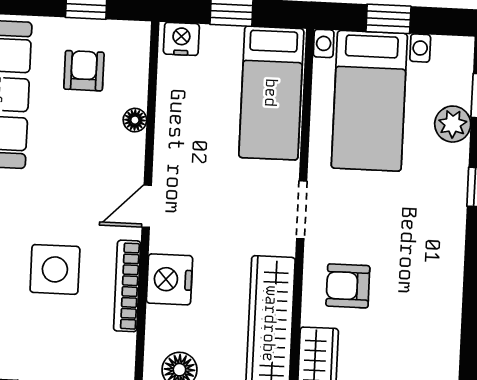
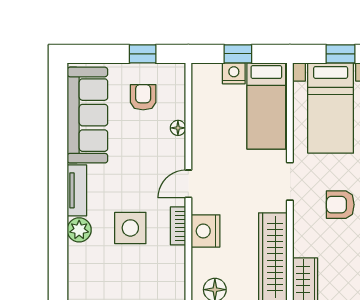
nightstand: (181, 39) -> (234, 73), moved
bookcase: (127, 286) -> (178, 226), width x0.64
armchair: (348, 286) -> (340, 205), moved

